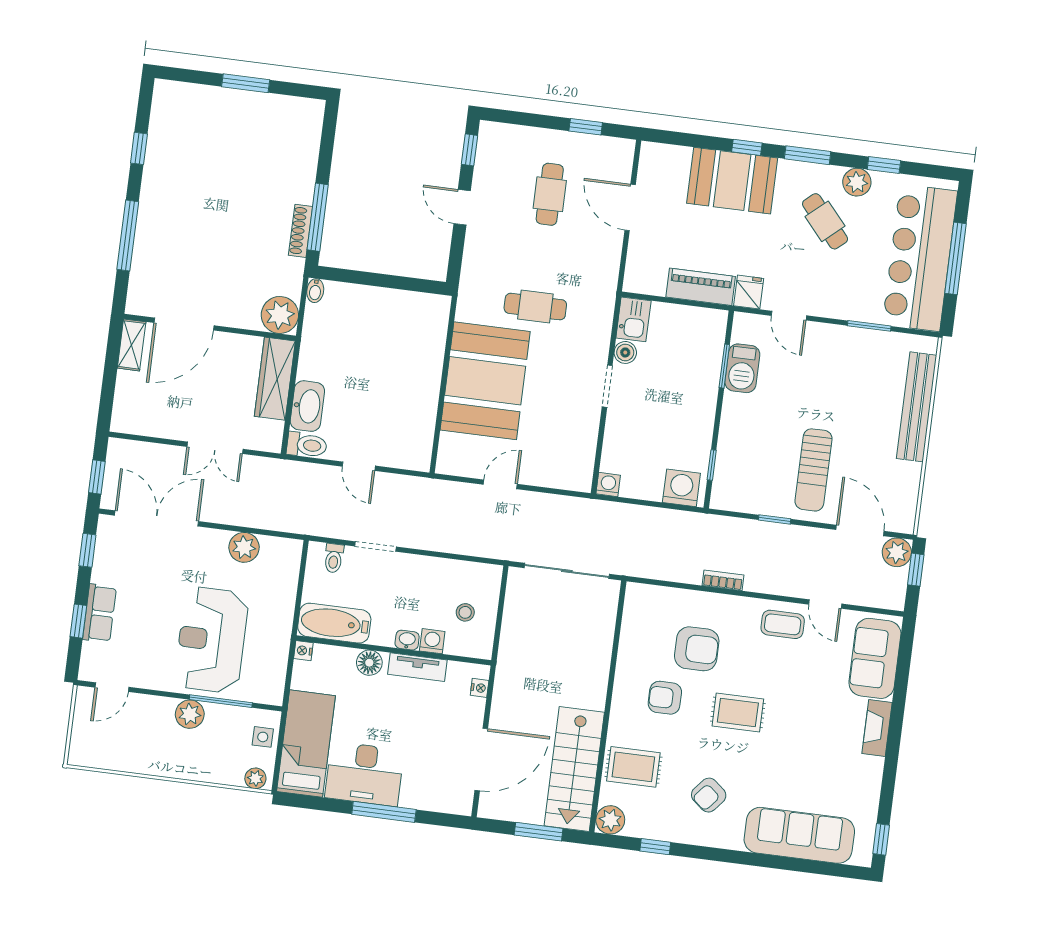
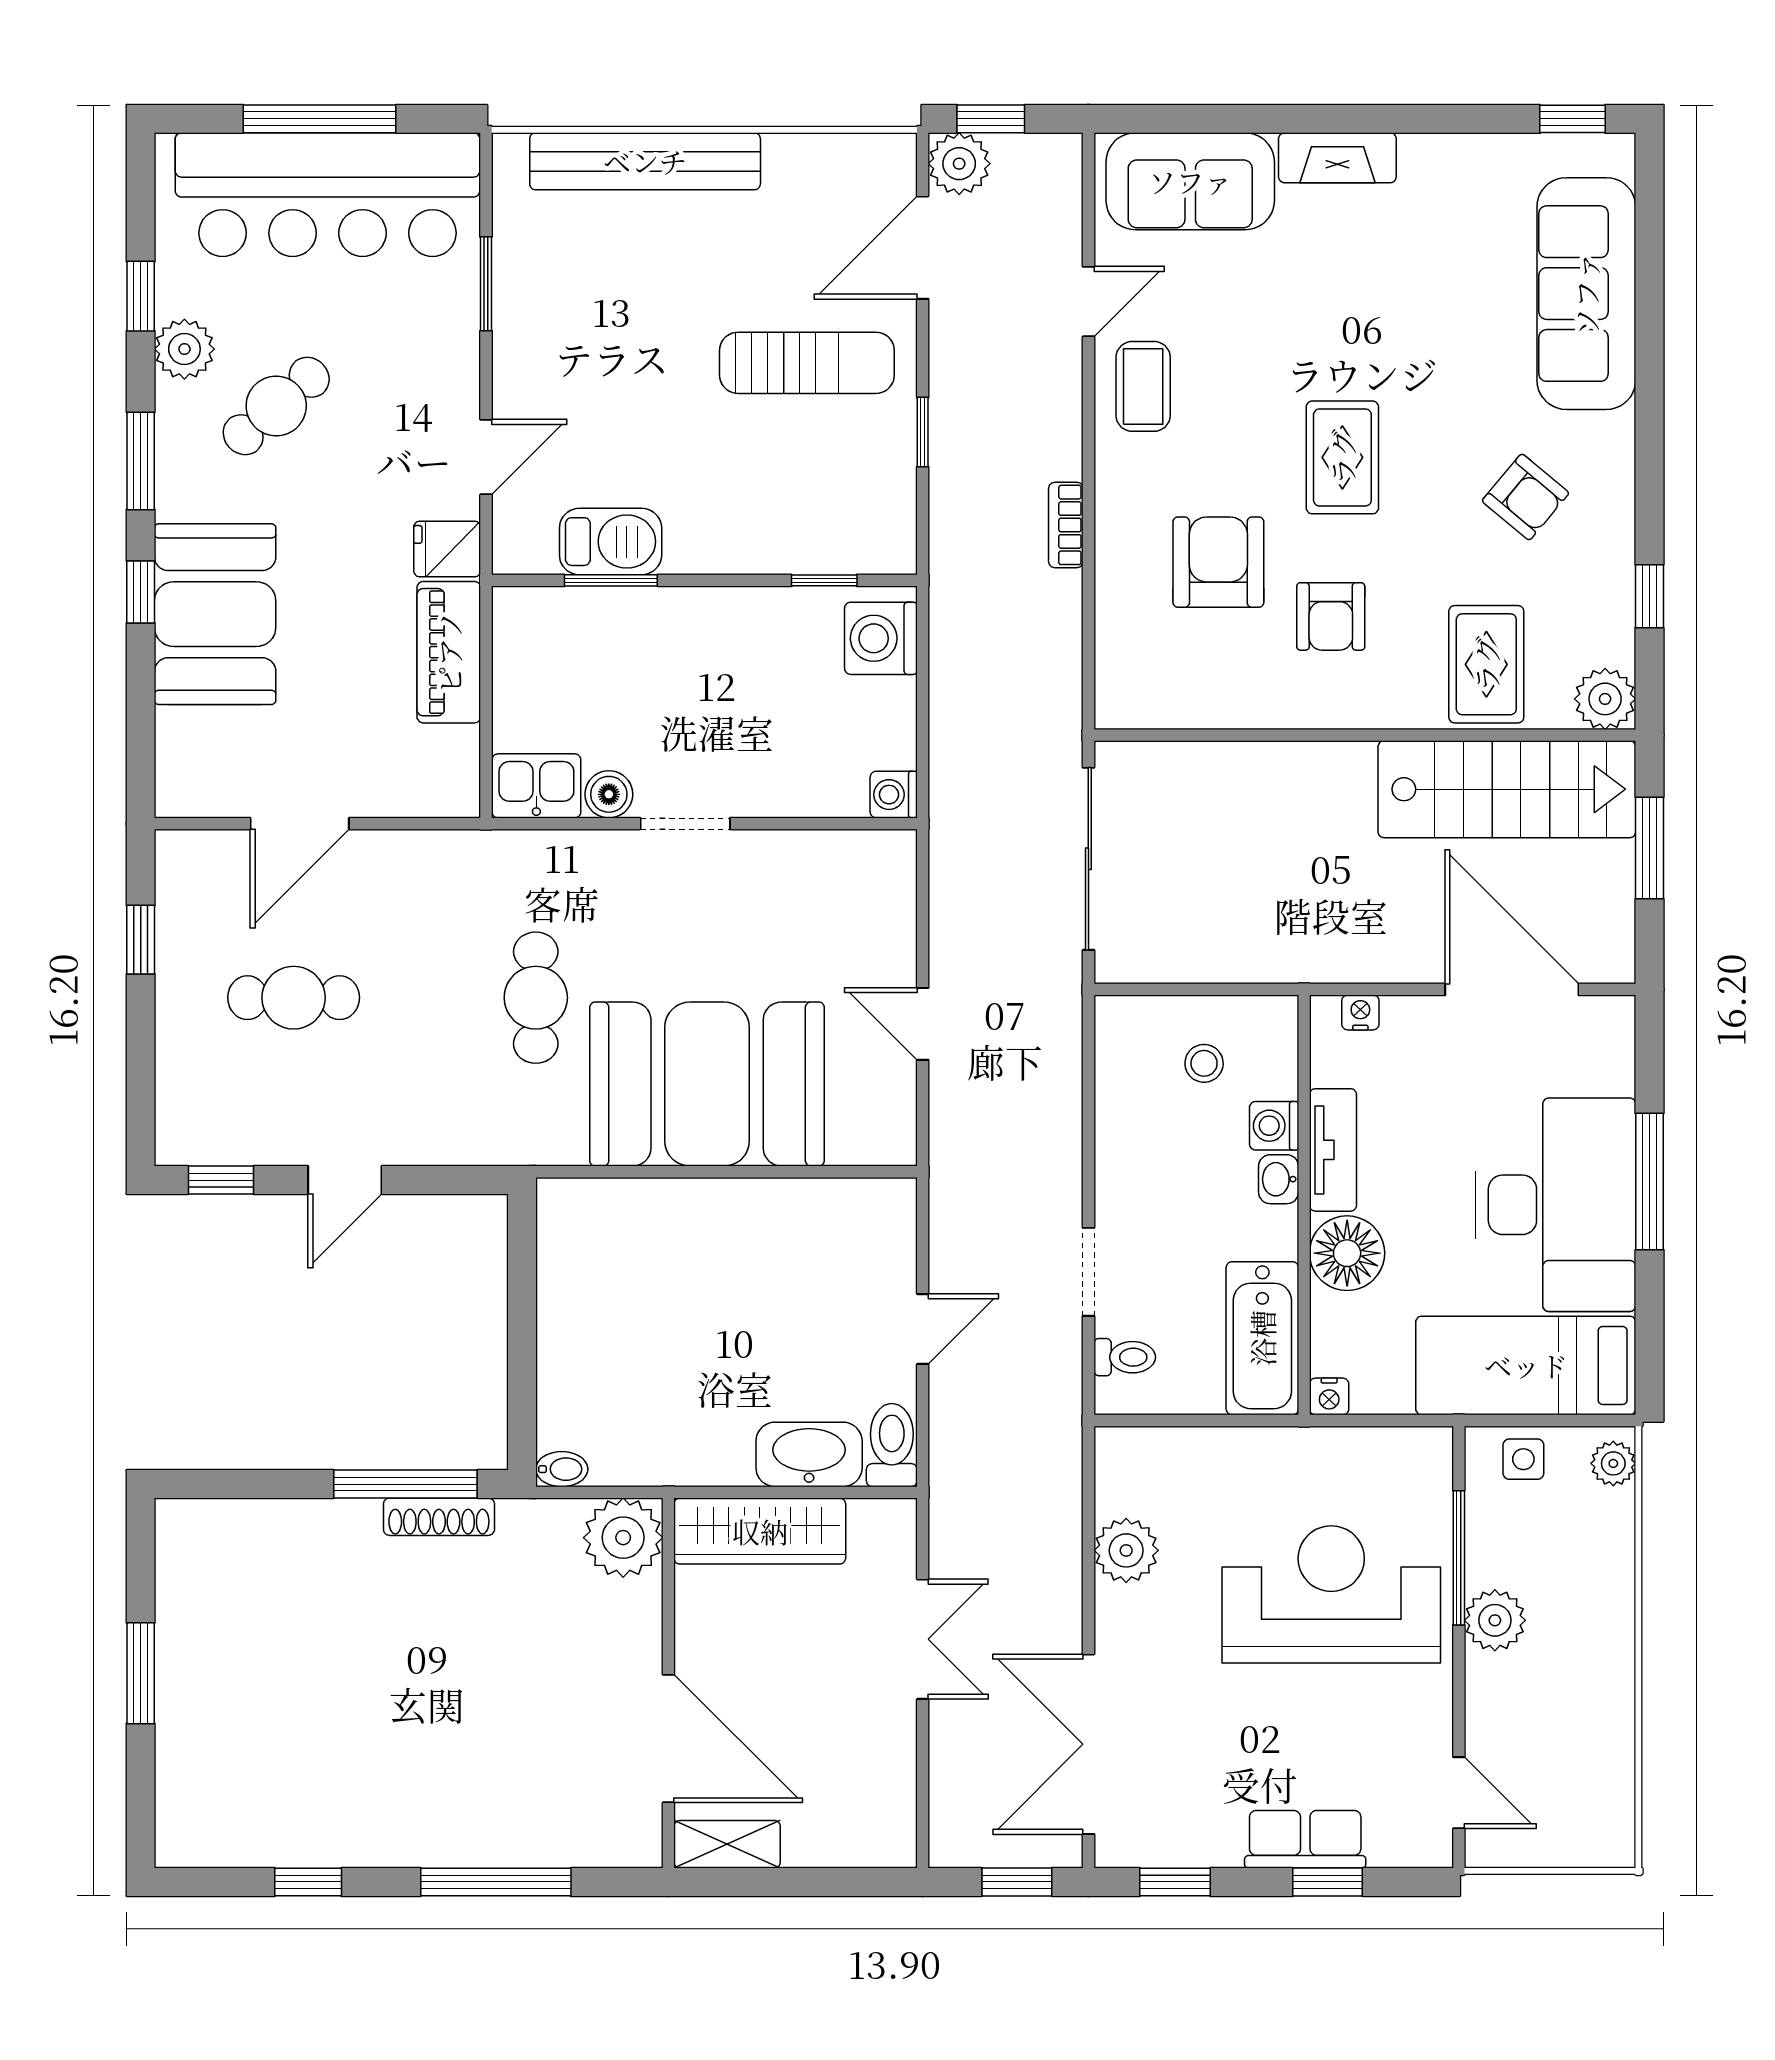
reception desk: (212, 640) -> (1331, 1594), turned 180
floor lamp: (369, 663) -> (1347, 1253), width x1.38, depth x1.38
desk: (364, 774) -> (1556, 1205), width x1.36, depth x1.30

